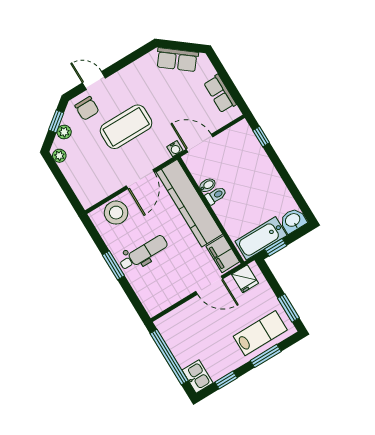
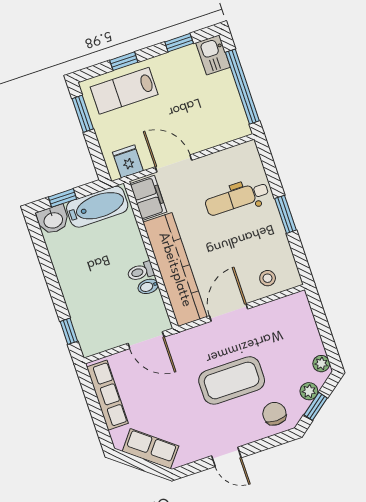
door: (94, 80) -> (226, 457), moved
row of seats: (220, 94) -> (107, 395), width x1.48
water cooler: (175, 149) -> (178, 340), removed
stool: (116, 213) -> (268, 278), width x0.53, depth x0.53
window: (276, 247) -> (63, 198), moved
dental chair: (143, 253) -> (237, 198), moved
window: (266, 356) -> (124, 61), width x0.67

